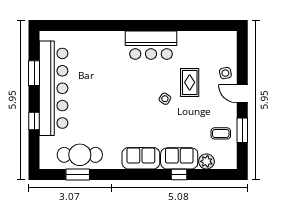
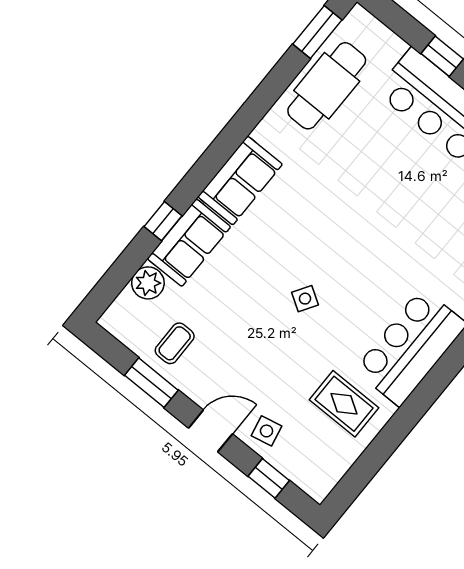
window: (242, 58) -> (269, 478), added
rug: (190, 82) -> (344, 404), moved
window: (78, 174) -> (317, 32), moved

